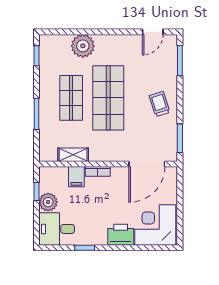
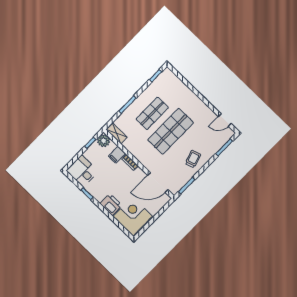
plant: (83, 46) -> (183, 93), removed
shelving: (73, 155) -> (117, 133), moved
plant: (48, 202) -> (104, 141), moved

